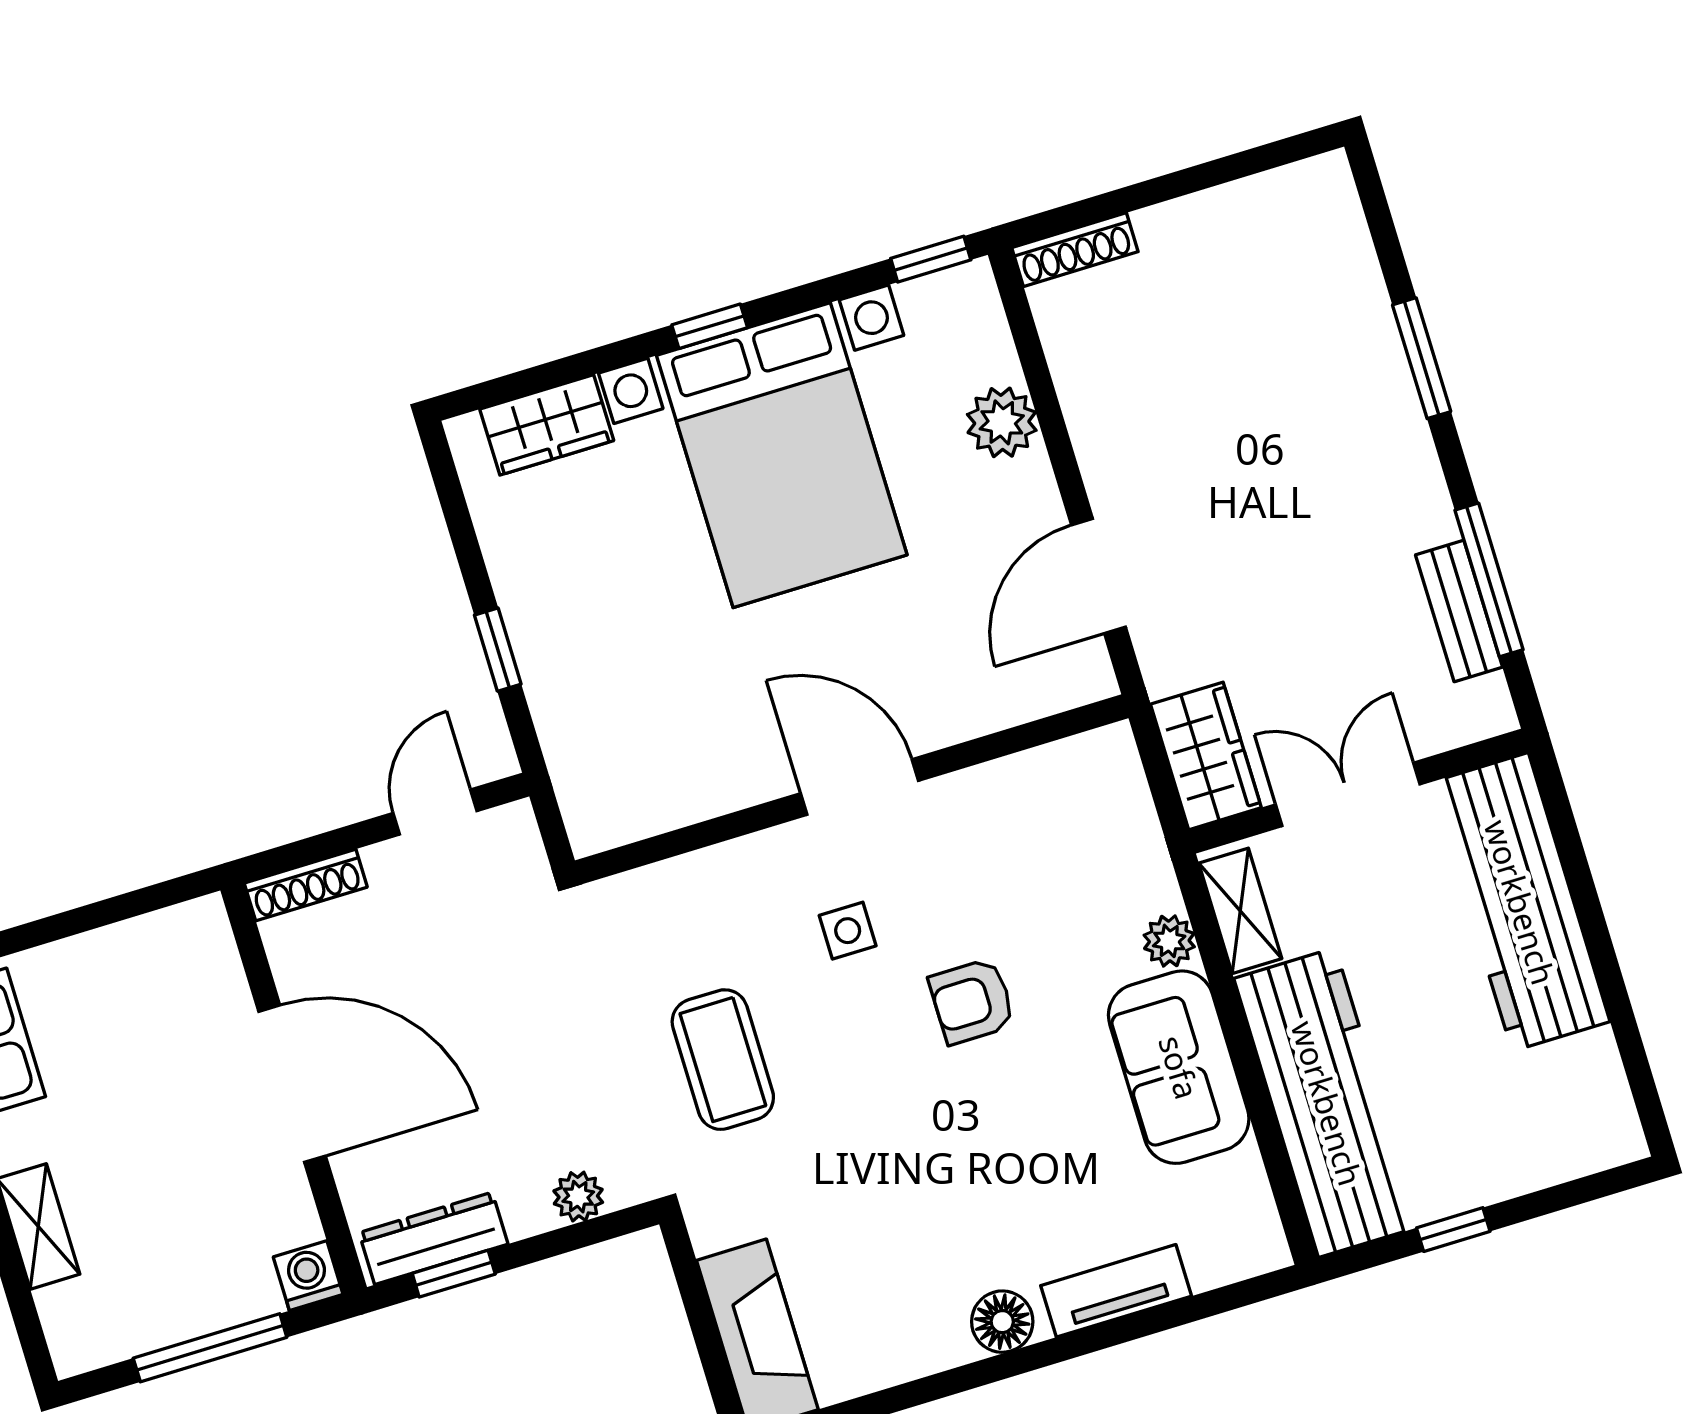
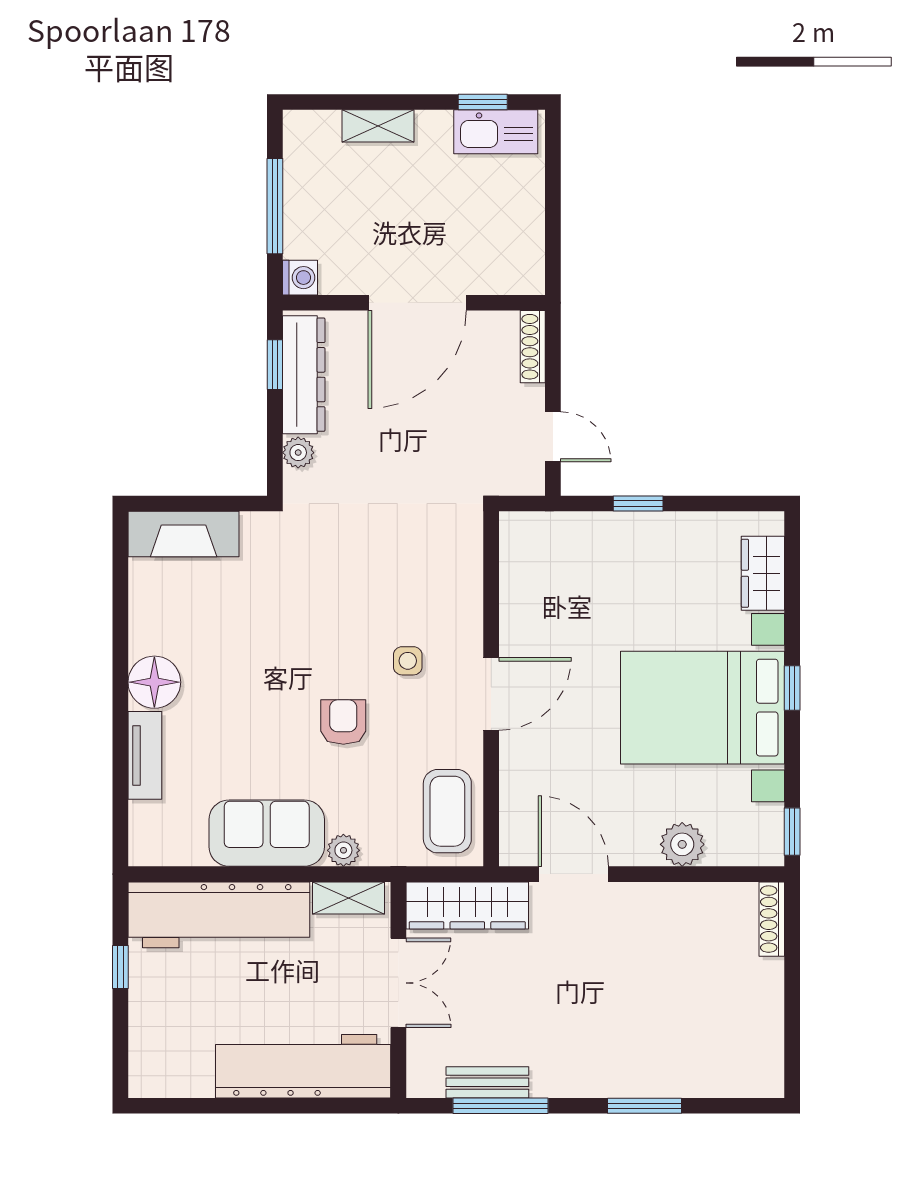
wardrobe: (1206, 756) -> (467, 905), width x1.50
coffee table: (723, 1060) -> (447, 811), moved, turned 90
dresser: (433, 1238) -> (304, 375), width x1.37, depth x1.24
floor lamp: (1002, 1322) -> (154, 682), width x1.38, depth x1.38

